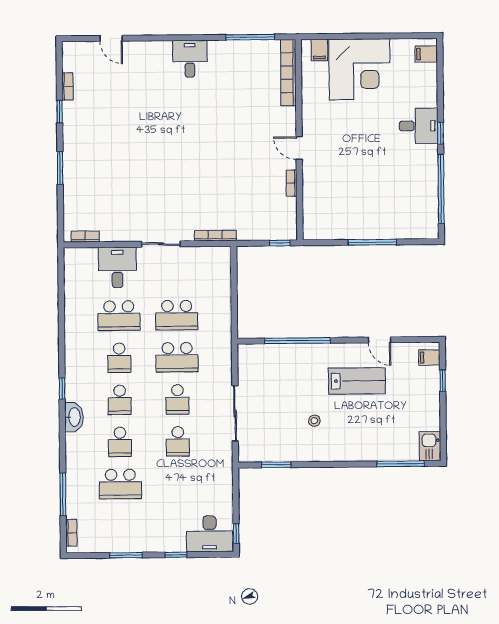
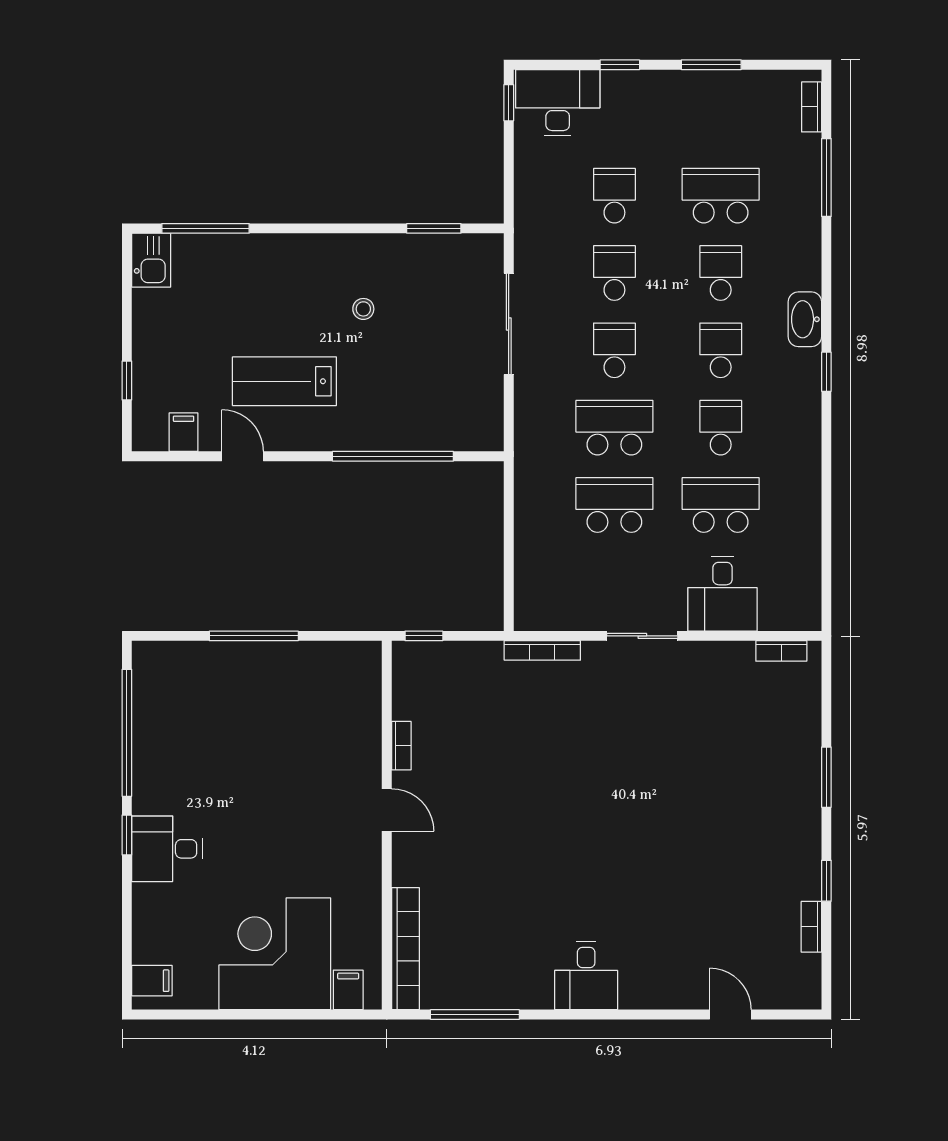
filing cabinet: (429, 357) -> (184, 432), moved, turned -90
school desk: (178, 483) -> (614, 196), added

